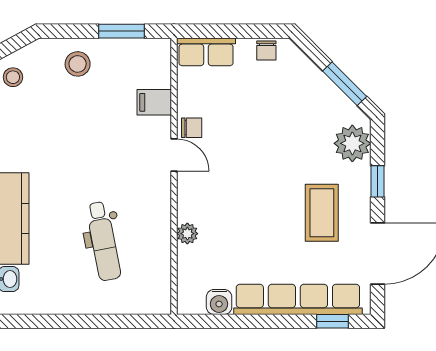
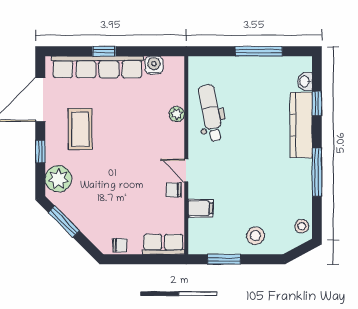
chair: (266, 50) -> (120, 245), turned 90
dental chair: (103, 241) -> (211, 113), moved
window: (73, 321) -> (259, 51), added
window: (332, 321) -> (104, 51), moved

